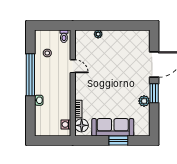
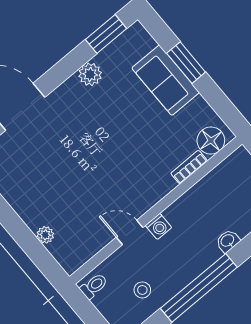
door: (73, 66) -> (130, 232), hinge flipped
window: (154, 93) -> (106, 34), moved
washing machine: (66, 124) -> (158, 226), moved
sofa: (113, 127) -> (166, 80), width x0.73

